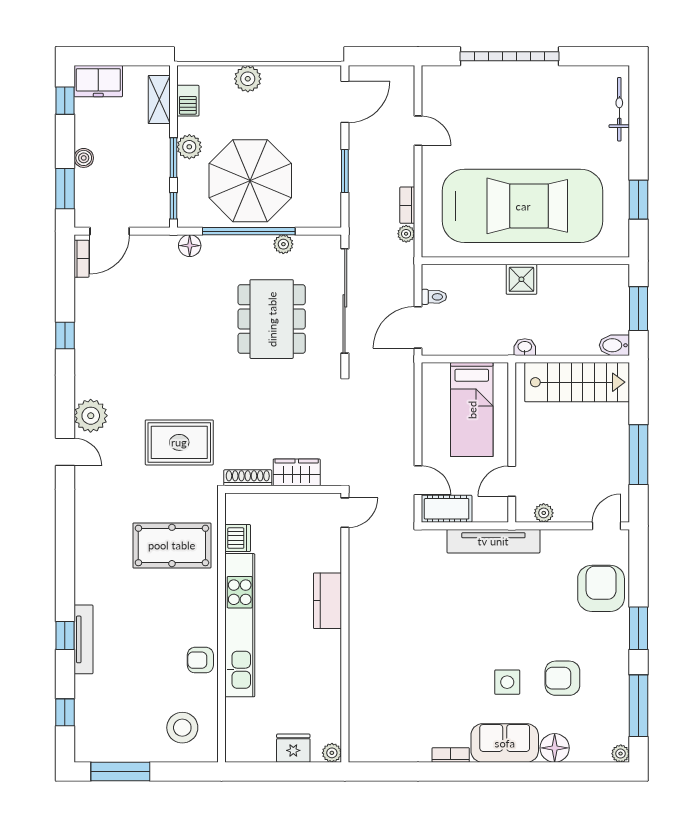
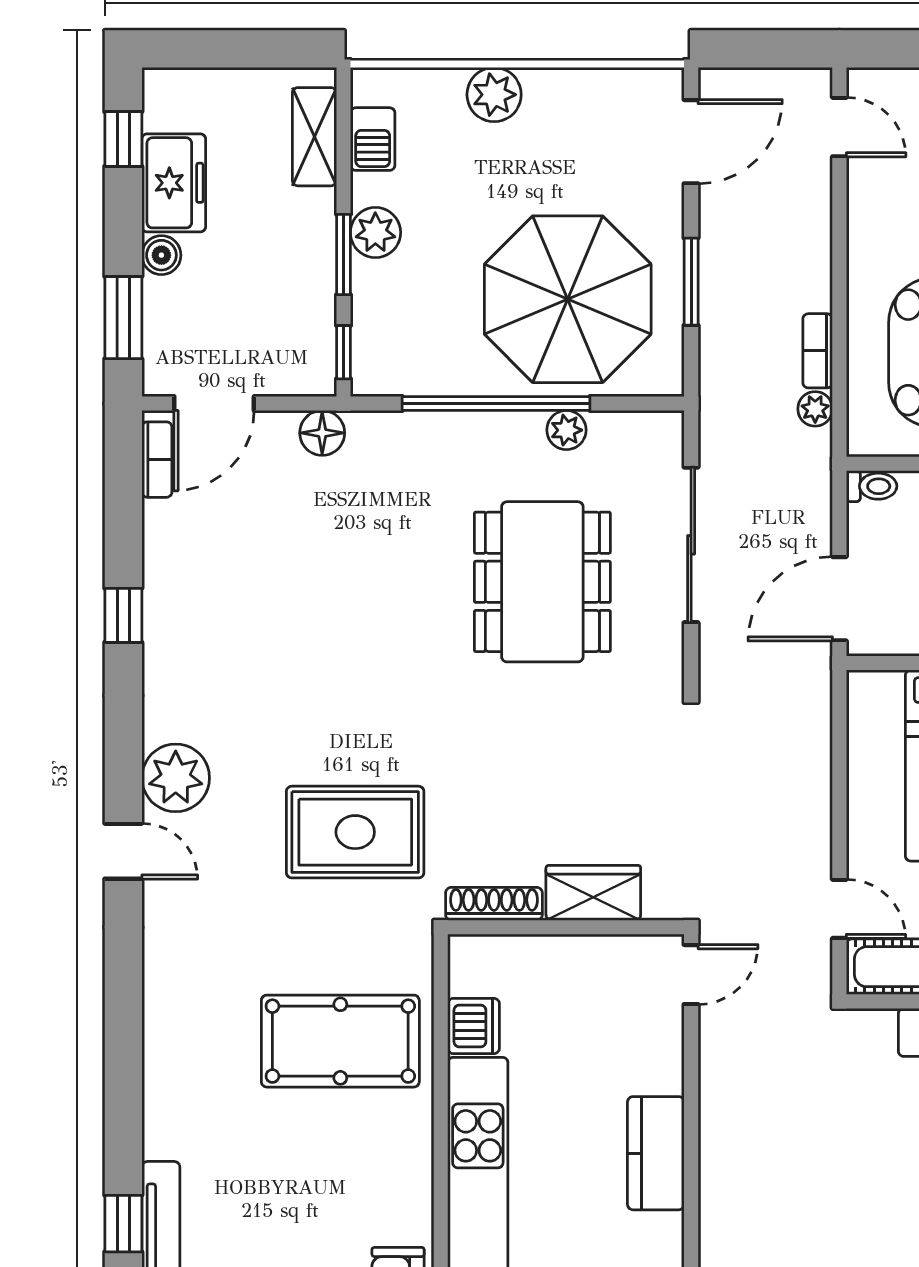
freezer: (98, 81) -> (174, 183), moved, turned -90
door: (418, 131) -> (839, 127), moved
parasol: (250, 181) -> (568, 299), moved
floor lamp: (190, 246) -> (322, 433), moved
toilet: (434, 297) -> (872, 486), moved
sliding door: (345, 301) -> (691, 545), width x0.73

